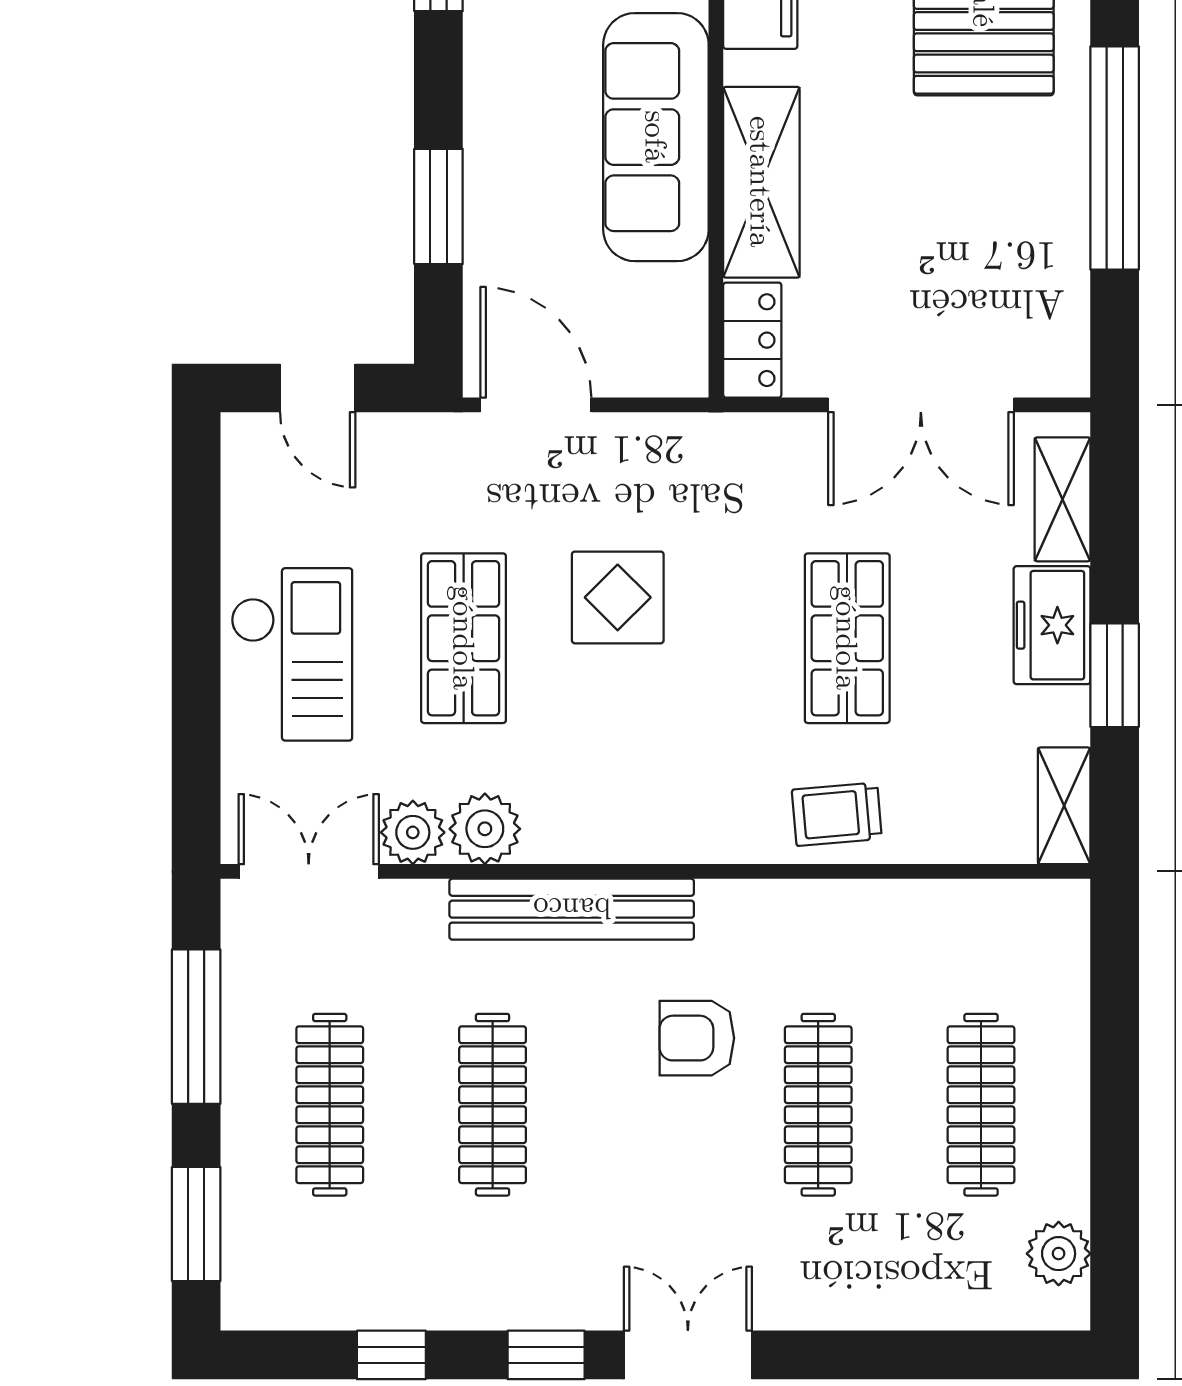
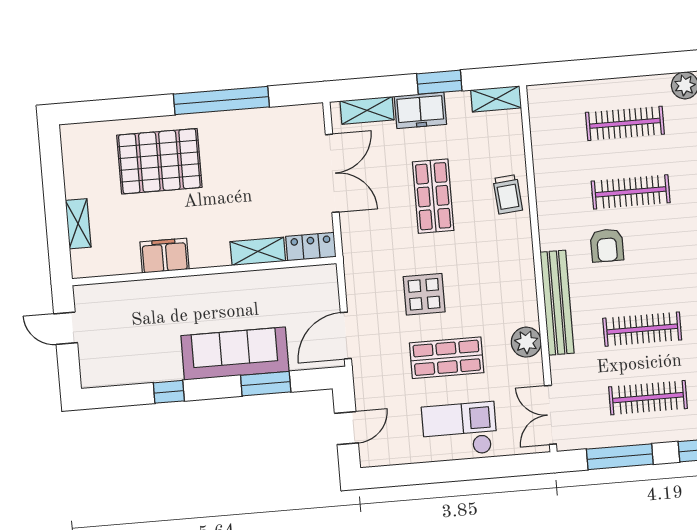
sofa: (656, 137) -> (235, 354), moved, turned 180
shelving: (761, 182) -> (258, 251), width x0.67, depth x0.75
shop shelf: (847, 638) -> (433, 196), turned 90
plant: (413, 832) -> (530, 372), removed

